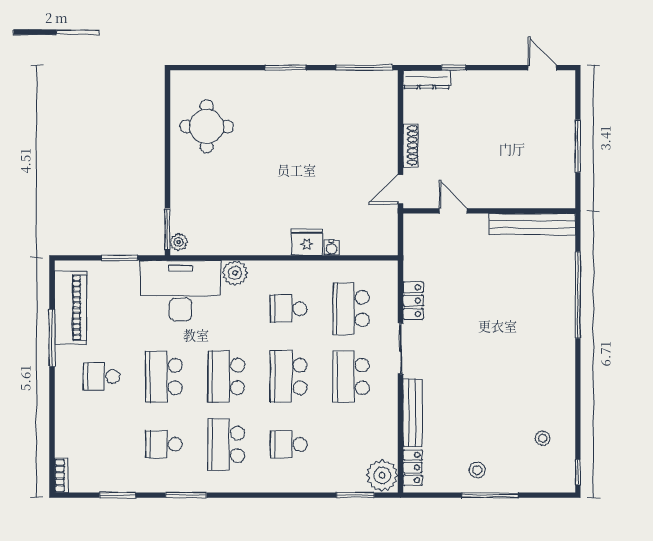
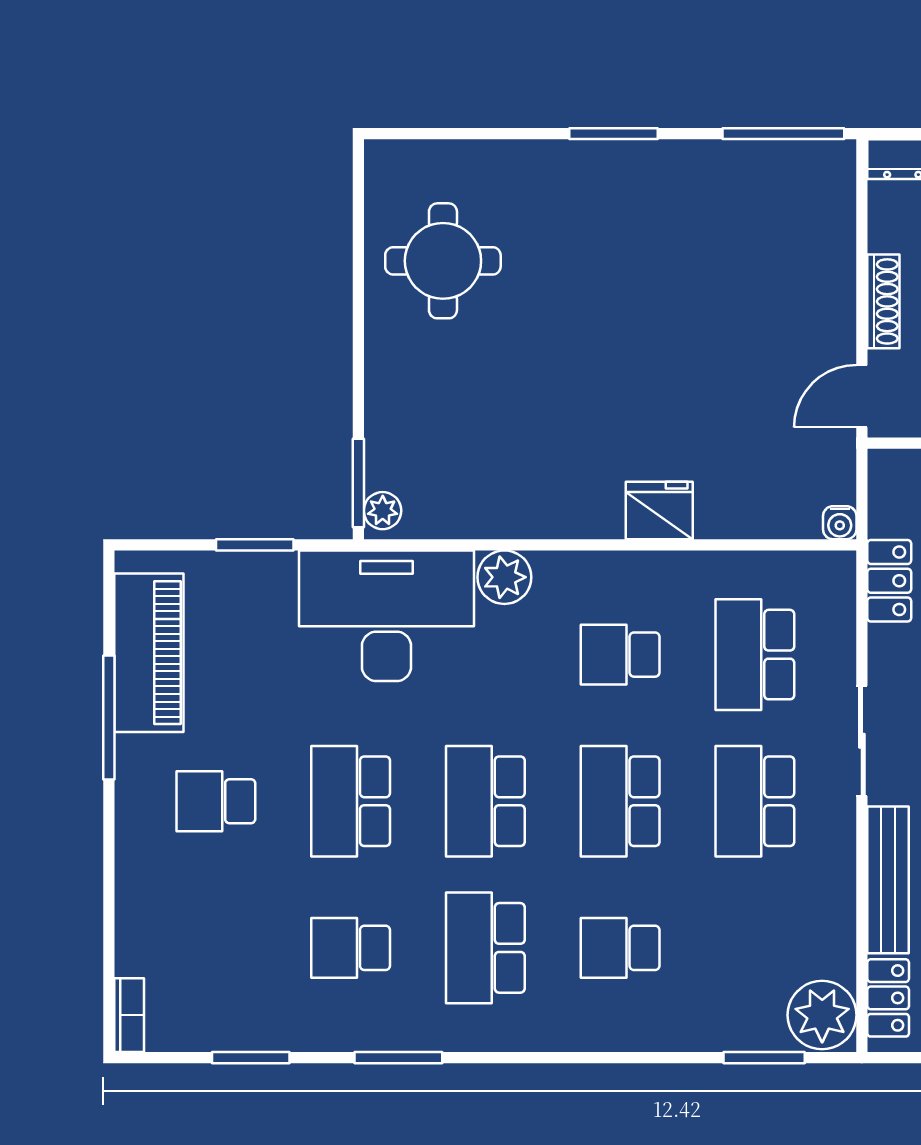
water cooler: (332, 248) -> (840, 523), moved
locker: (413, 301) -> (889, 581), moved

